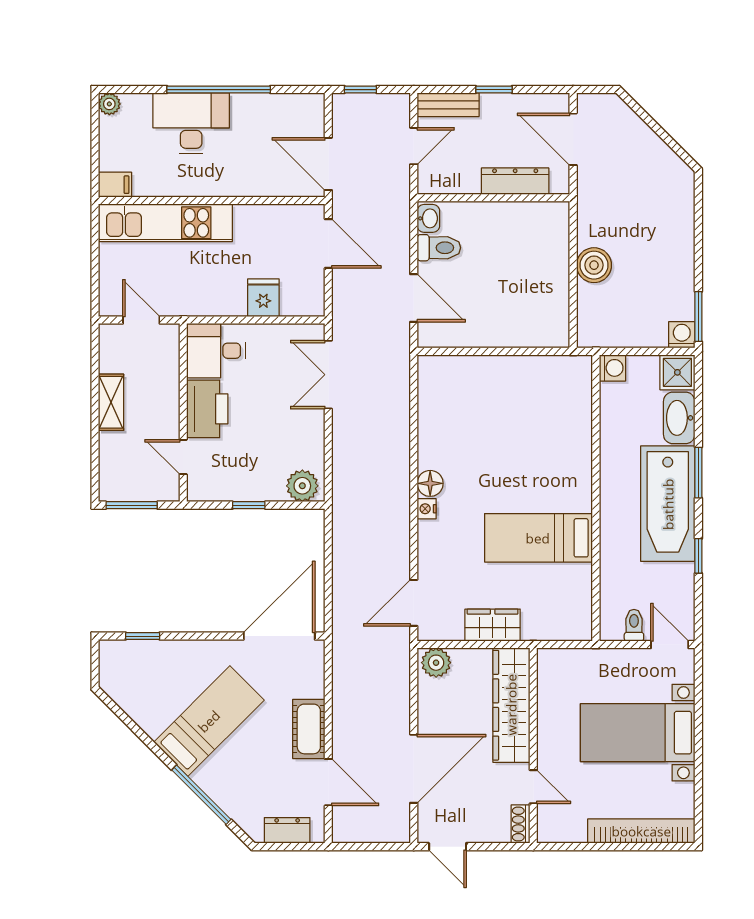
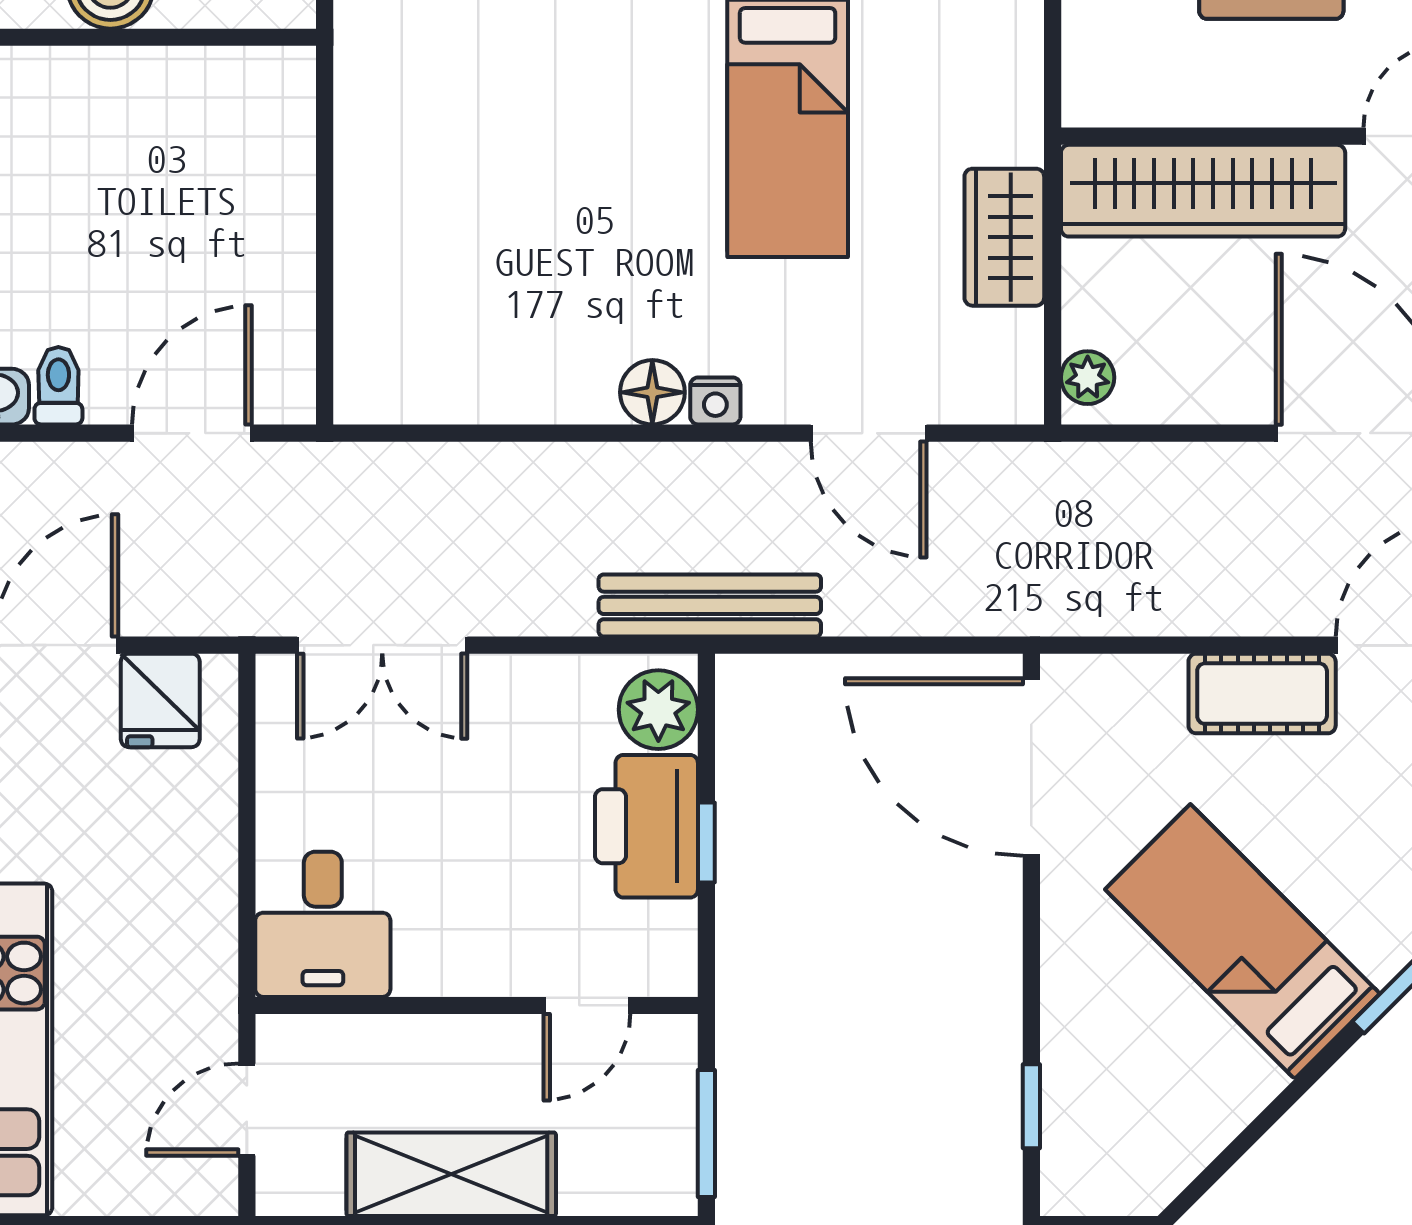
toilet: (439, 248) -> (58, 386), width x0.73, depth x0.72
fridge: (263, 298) -> (160, 700), moved, turned -90
shelving: (111, 402) -> (451, 1174), width x1.50, depth x1.33
printer: (207, 409) -> (646, 826), moved, turned -90
bench: (344, 507) -> (710, 605), added
door: (414, 603) -> (869, 433), moved
plant: (436, 663) -> (1088, 378), width x0.73, depth x0.73

